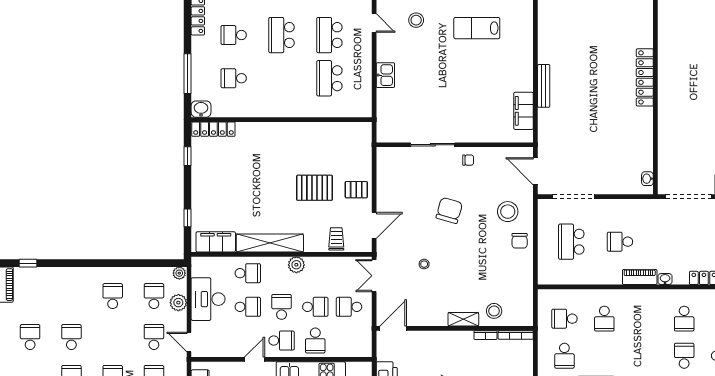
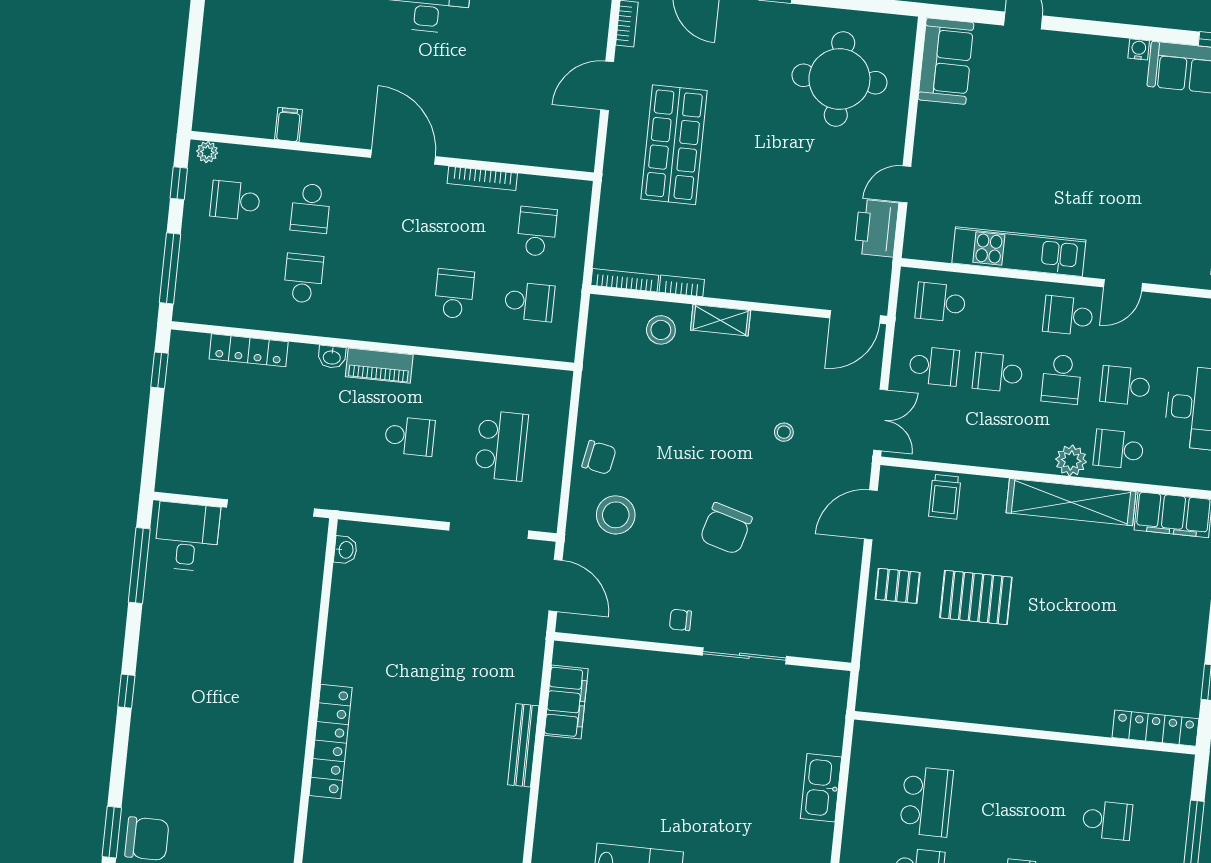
kitchen sink: (385, 75) -> (821, 788), width x1.38
washbasin: (201, 109) -> (1175, 768), removed
chair: (520, 241) -> (599, 457), turned 101
plant: (296, 265) -> (1071, 460), moved
school desk: (315, 341) -> (941, 302), moved, turned -90

